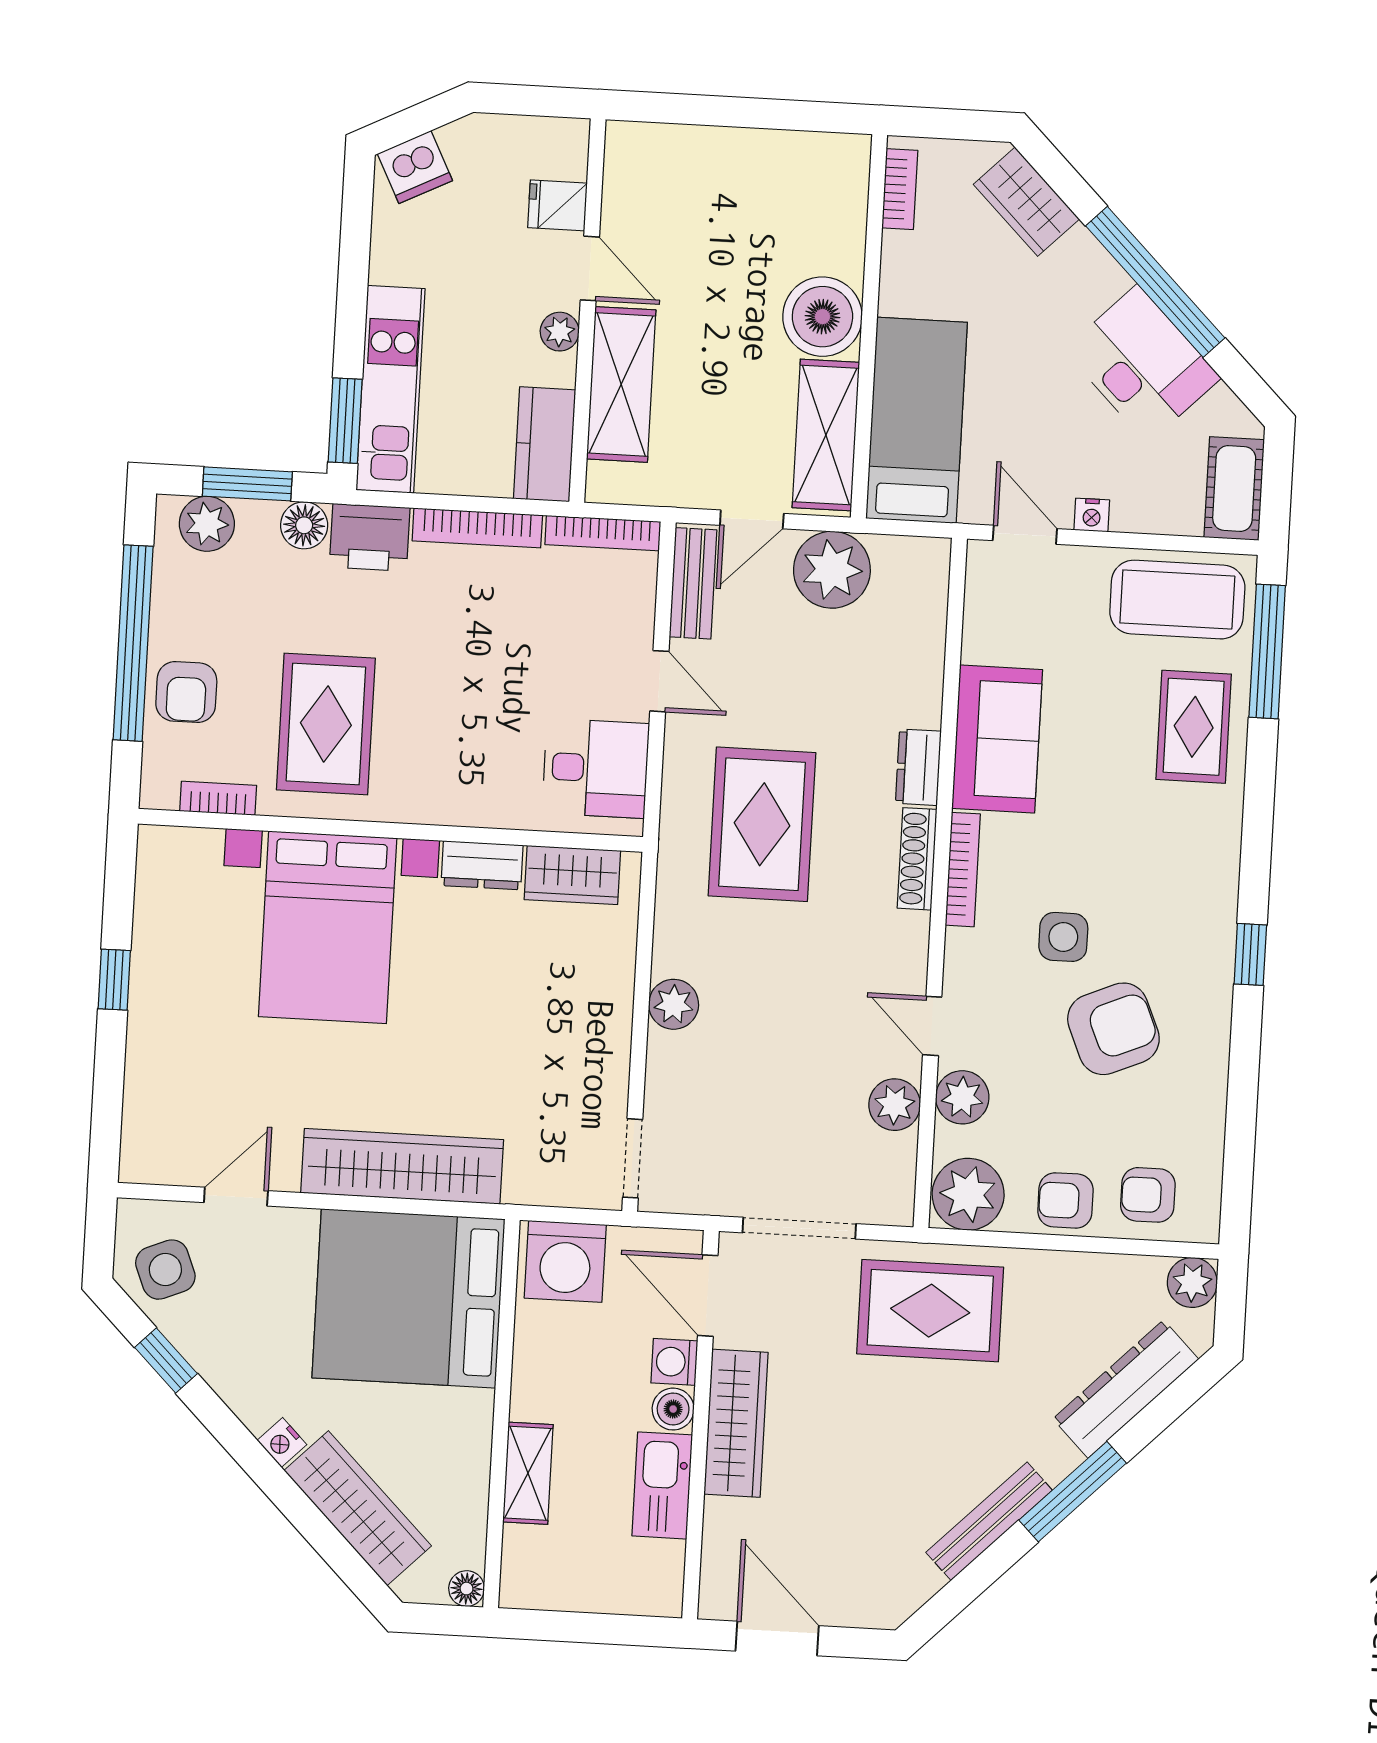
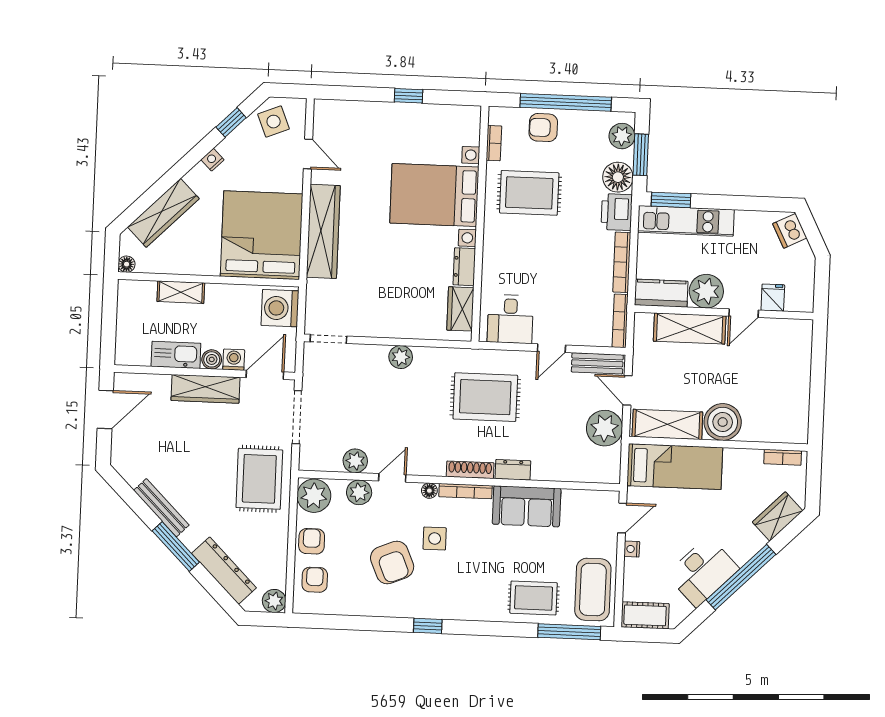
plant: (560, 332) -> (706, 291), width x1.88, depth x1.88
floor lamp: (304, 525) -> (618, 177), width x1.38, depth x1.38
floor lamp: (961, 947) -> (429, 491), added
nightstand: (282, 1442) -> (212, 160), moved

